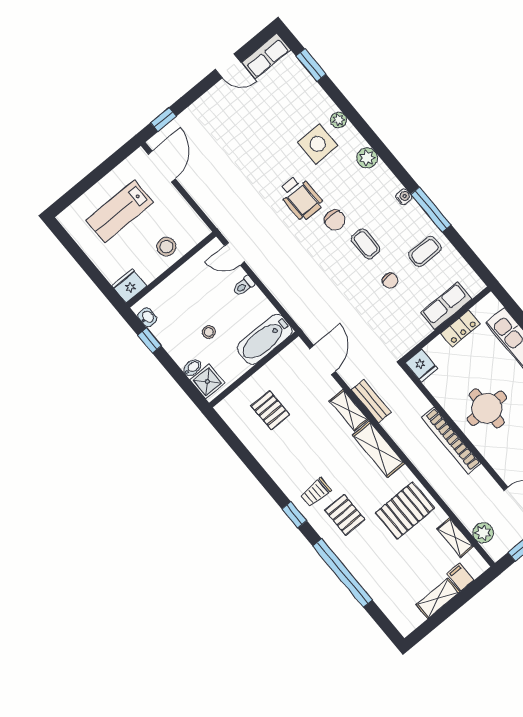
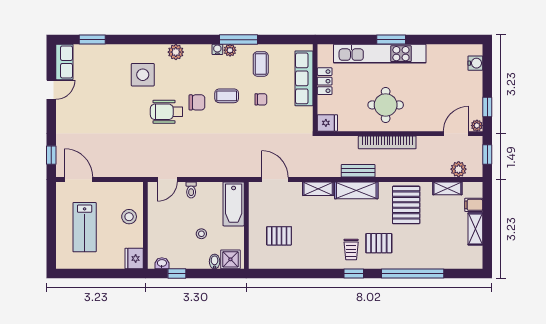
plant: (339, 120) -> (230, 50), moved
wheelchair: (301, 198) -> (167, 112), turned 180
row of seats: (446, 306) -> (304, 78), width x1.48
bench: (371, 401) -> (358, 171), moved

